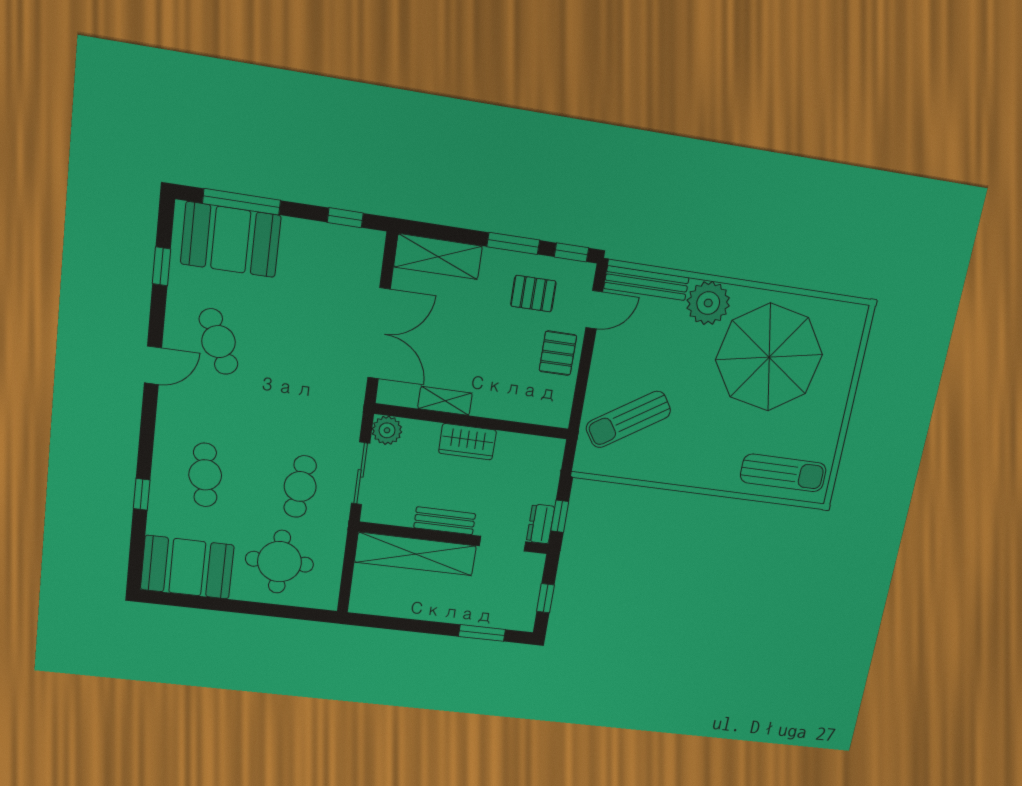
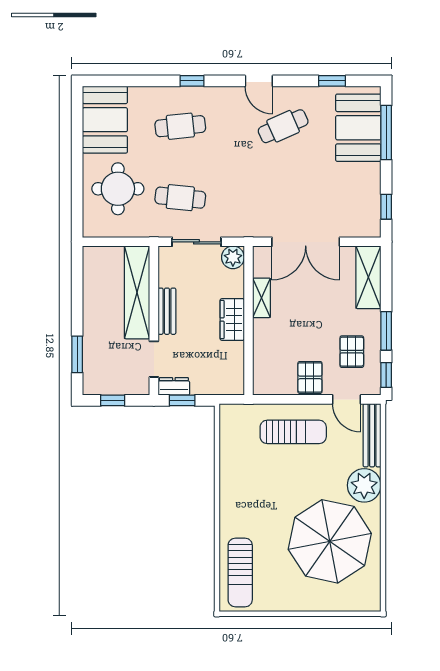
pallet: (558, 353) -> (310, 377), turned 90
sun lounger: (628, 419) -> (293, 432), moved, turned 123
window: (142, 494) -> (192, 81), moved

